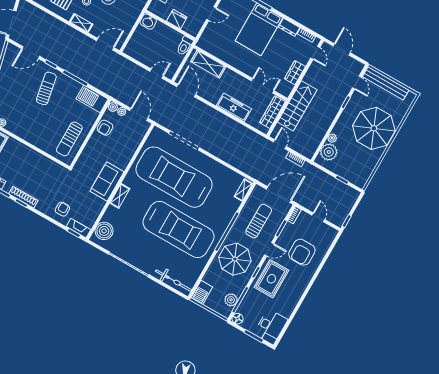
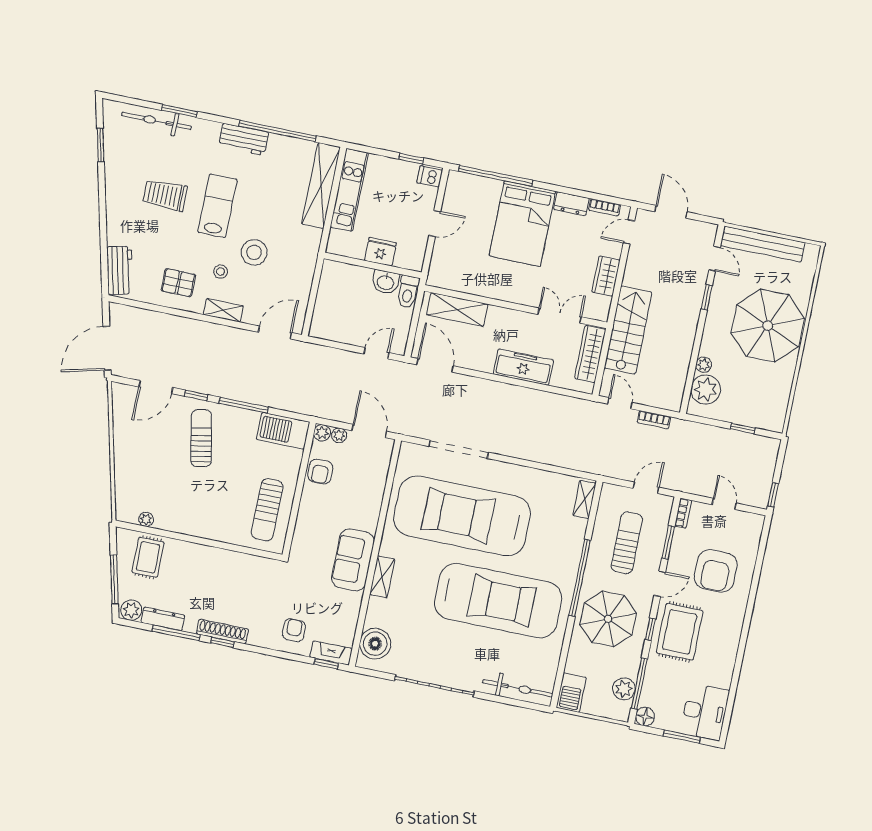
washbasin: (148, 22) -> (386, 282), moved
door: (315, 53) -> (629, 232), swing flipped
door: (279, 195) -> (646, 488), width x0.53

